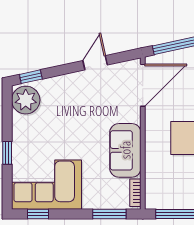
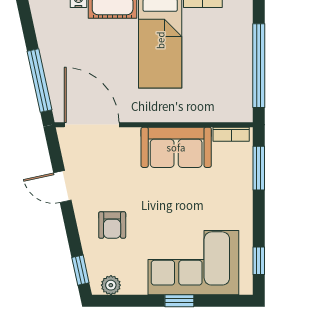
plant: (26, 100) -> (111, 285), width x0.53, depth x0.53
armchair: (65, 101) -> (112, 225), added
corner sofa: (46, 185) -> (193, 263), moved, turned 90

